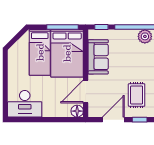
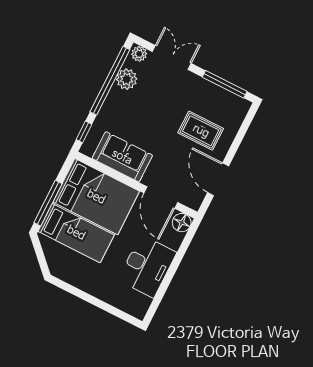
window: (63, 27) -> (48, 203), moved
desk: (25, 104) -> (147, 266), moved
window: (140, 120) -> (236, 143), removed

